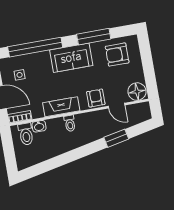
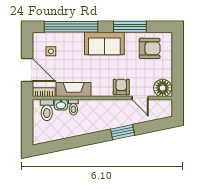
armchair: (117, 55) -> (150, 48), turned 180
fireplace: (61, 107) -> (74, 90), moved
toilet: (70, 123) -> (73, 107), moved
window: (116, 138) -> (123, 132), moved

